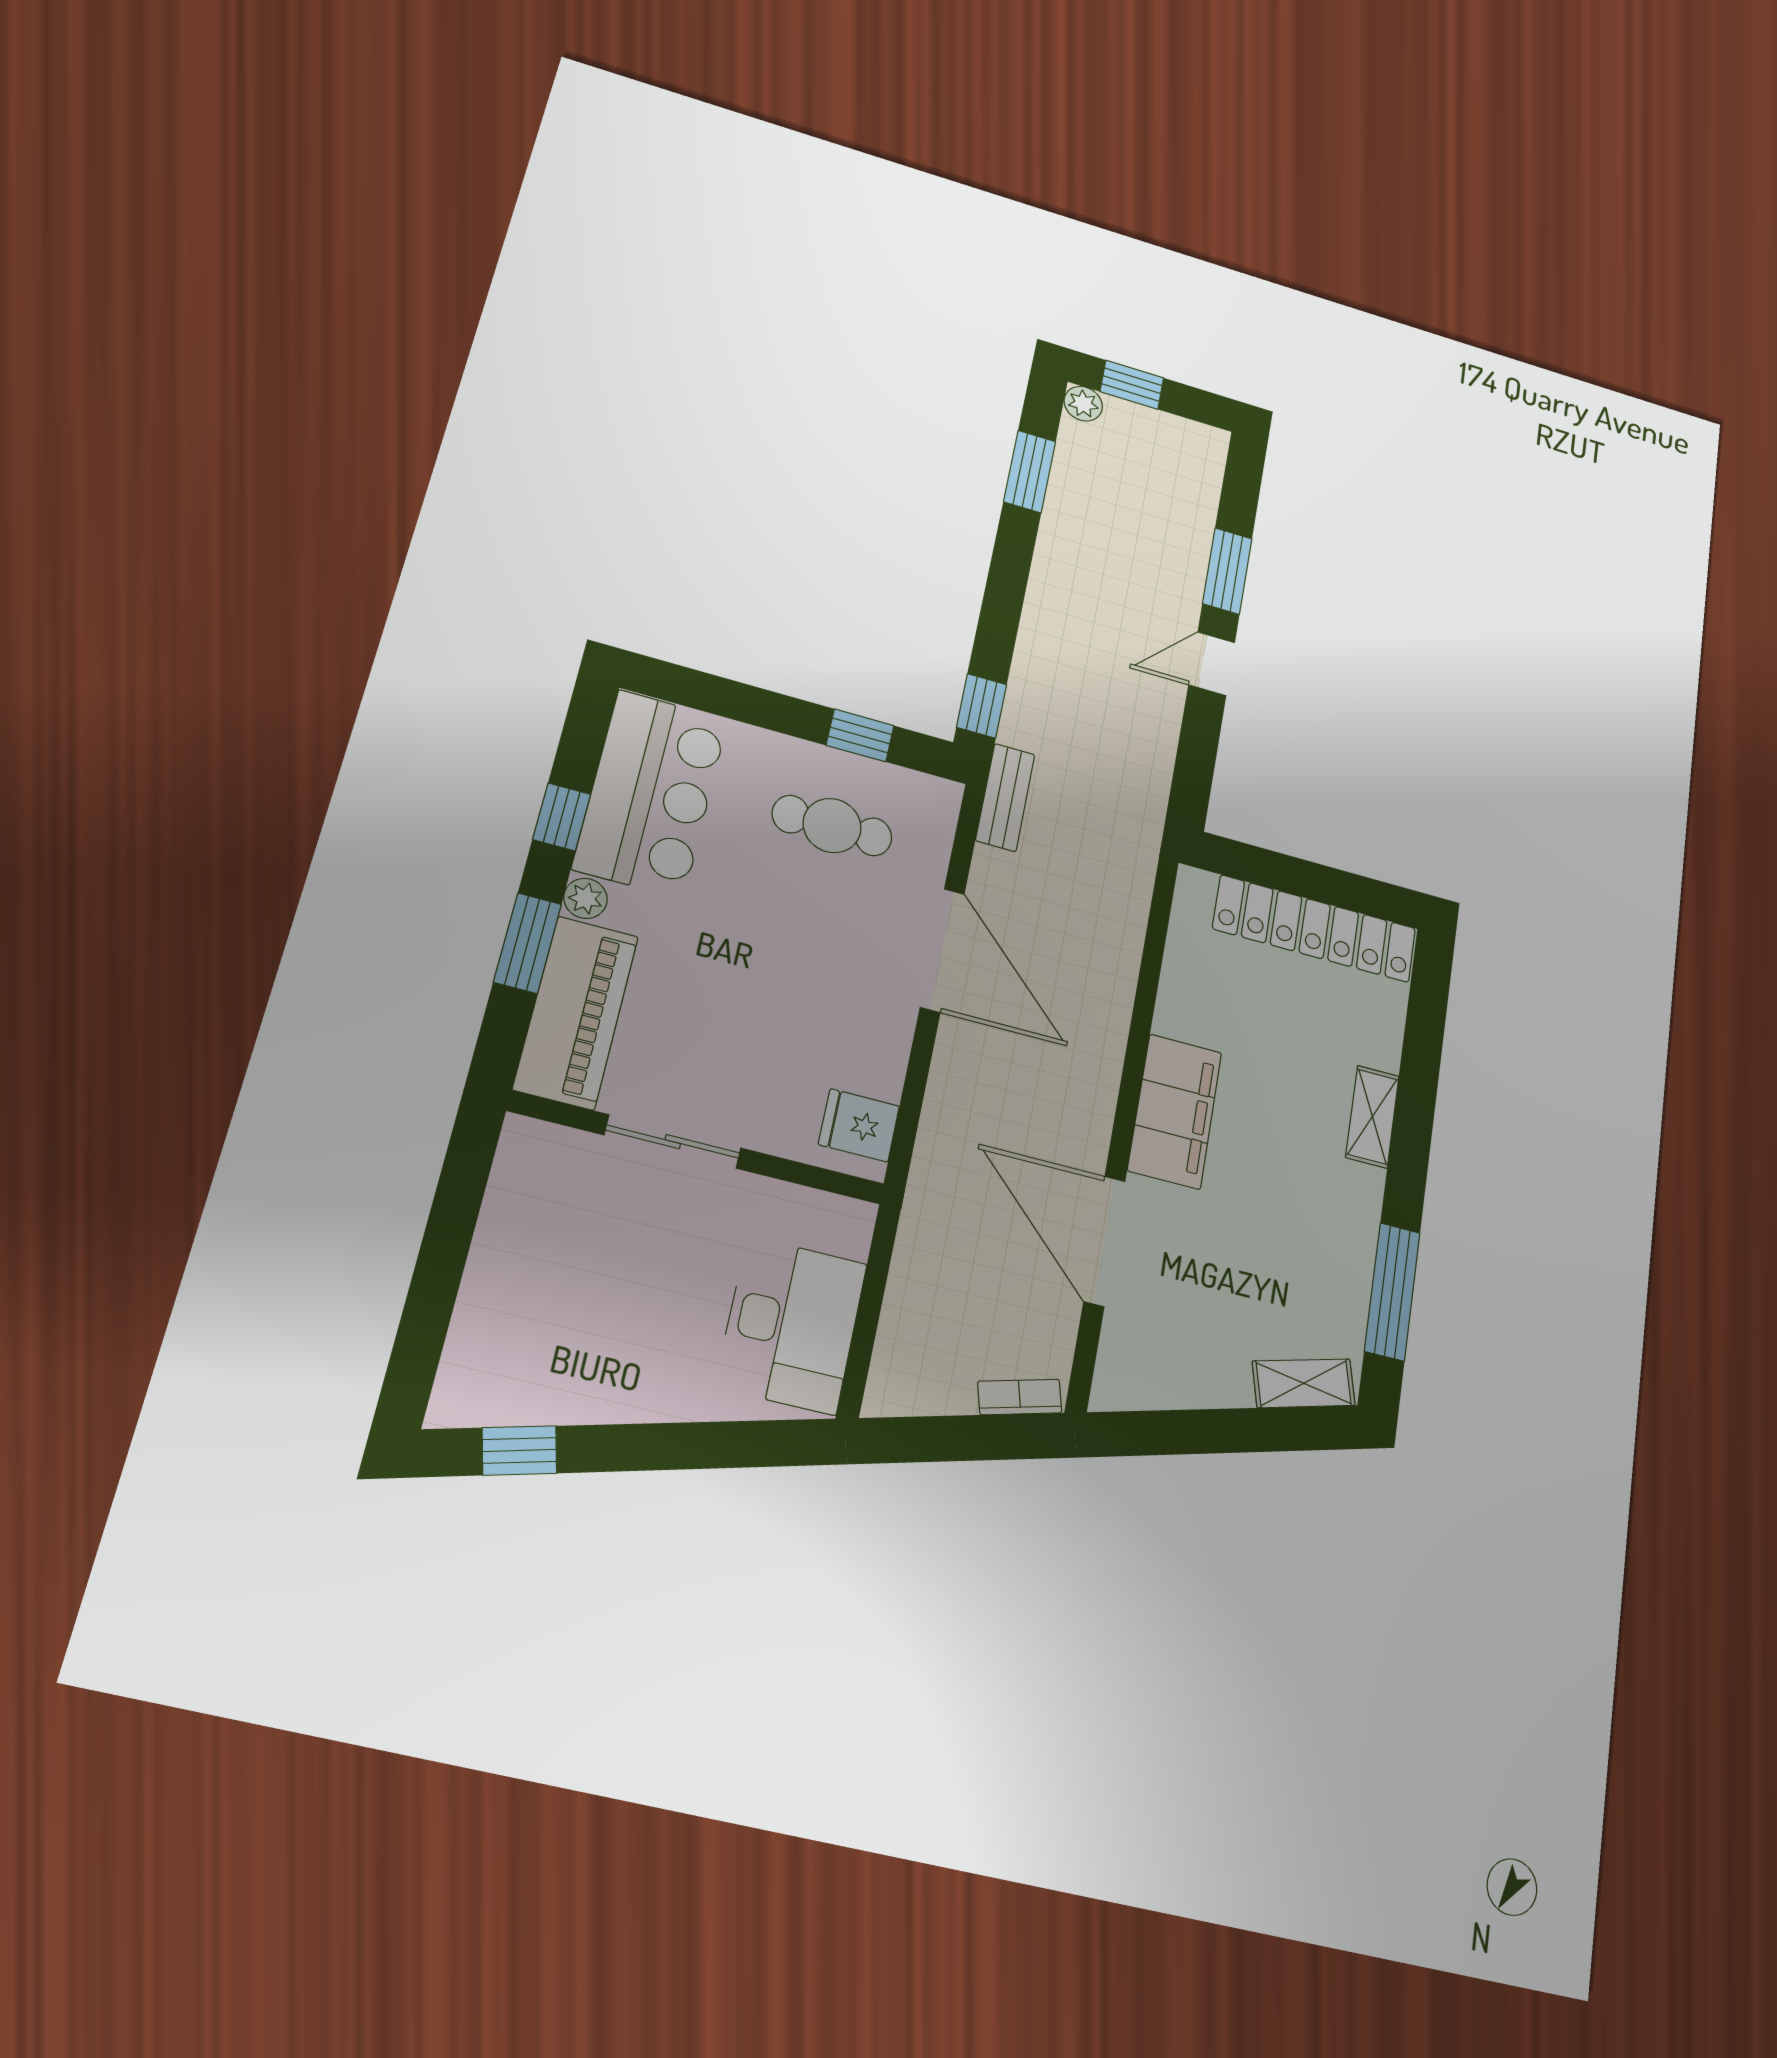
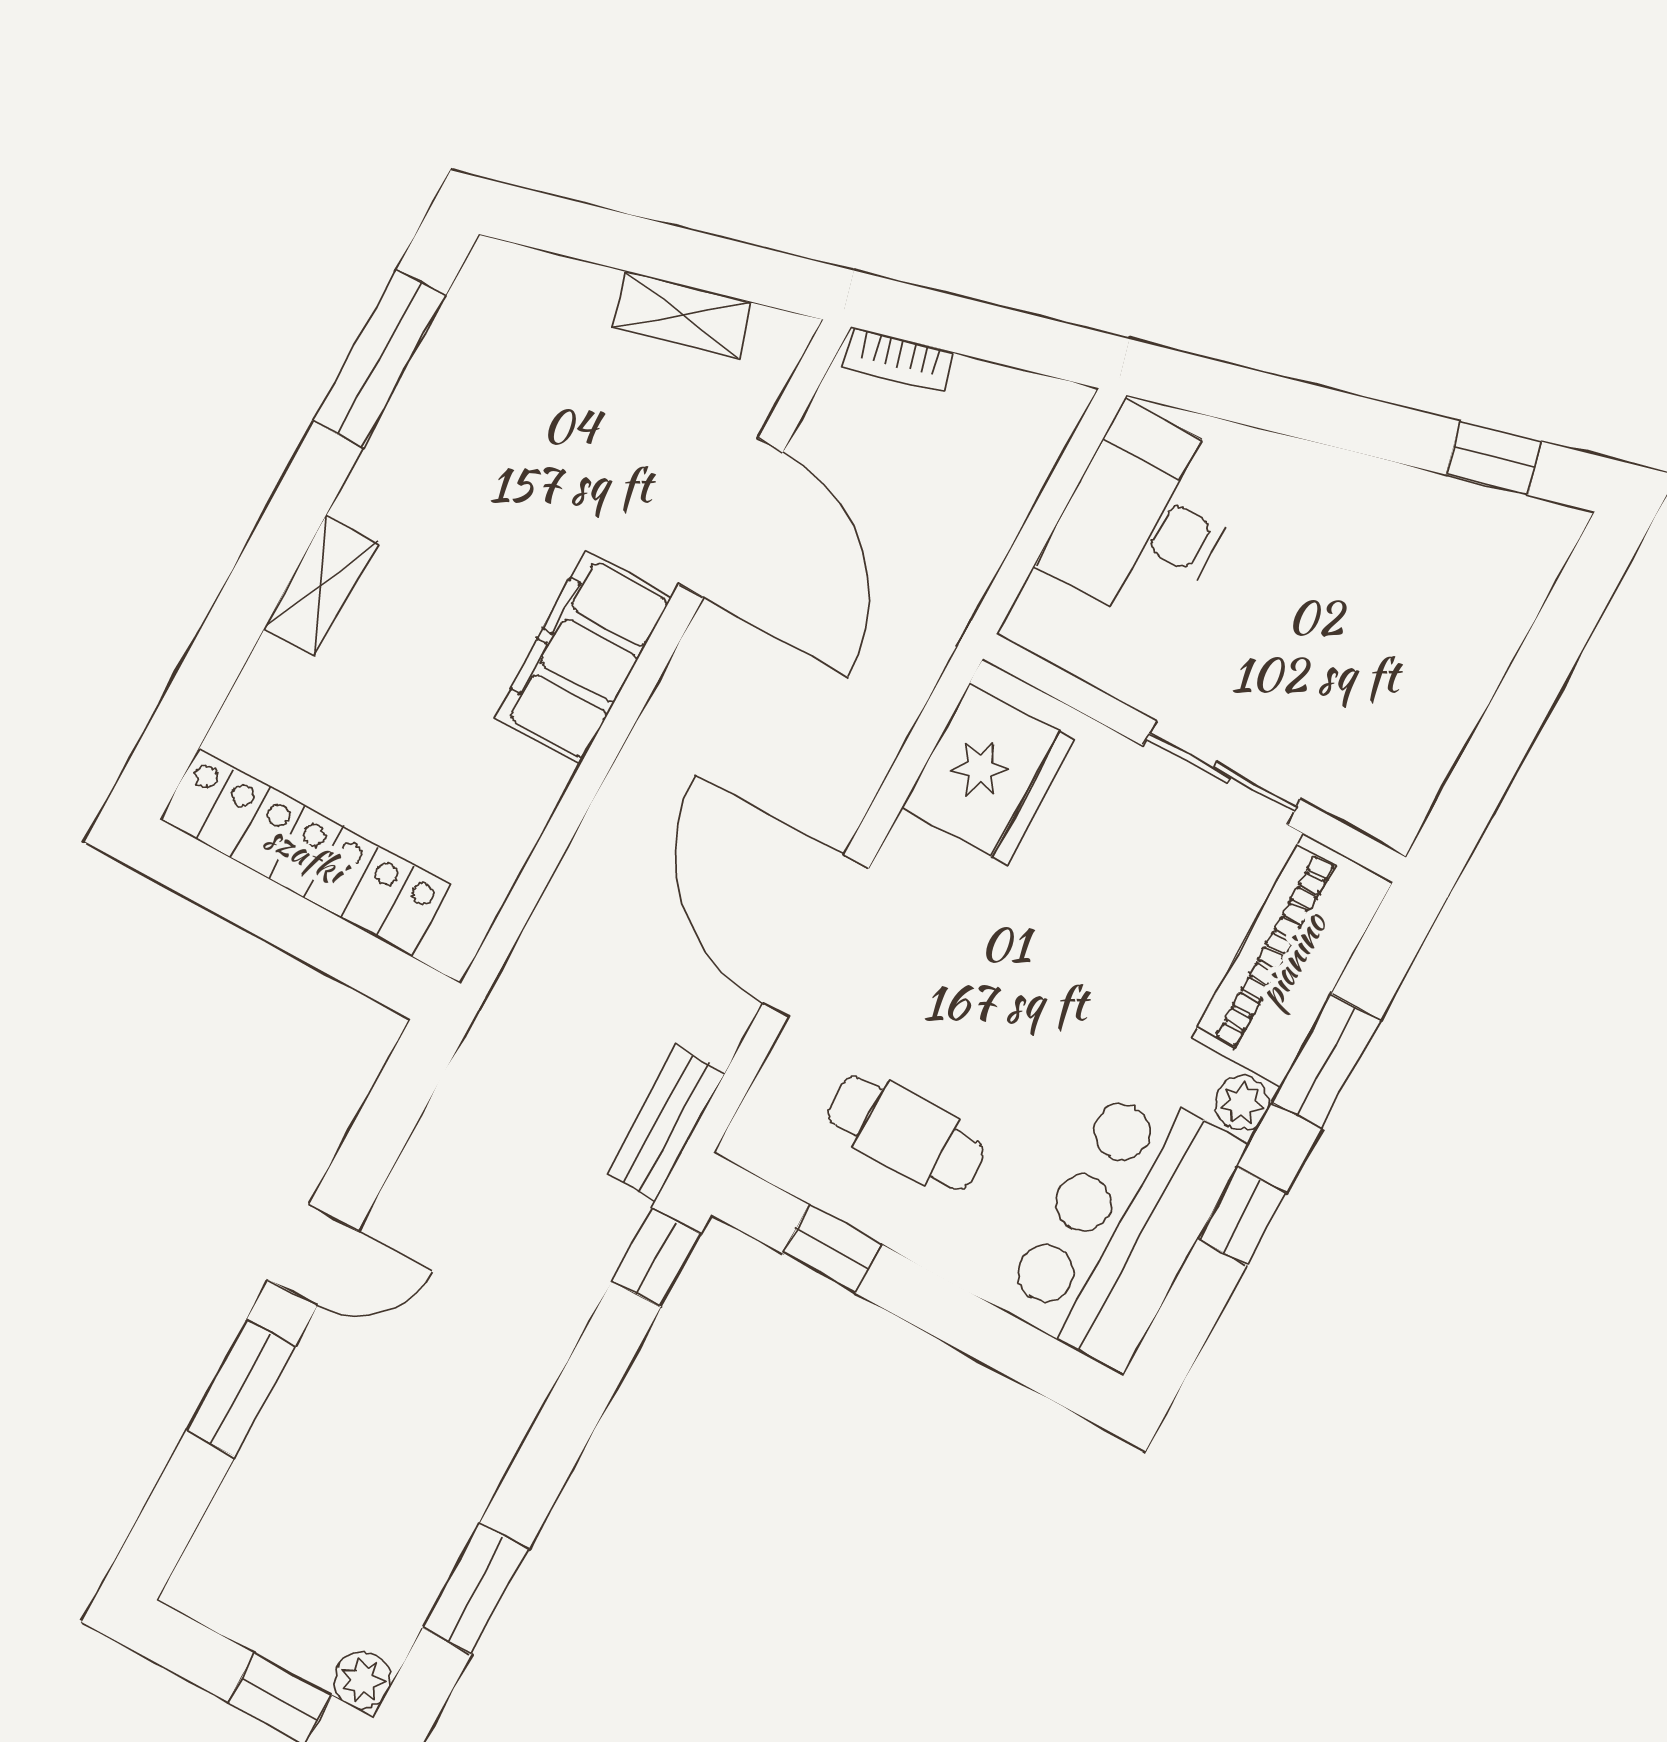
fridge: (859, 1125) -> (988, 774), width x1.88, depth x1.34
shelving: (1304, 1383) -> (682, 315), moved

